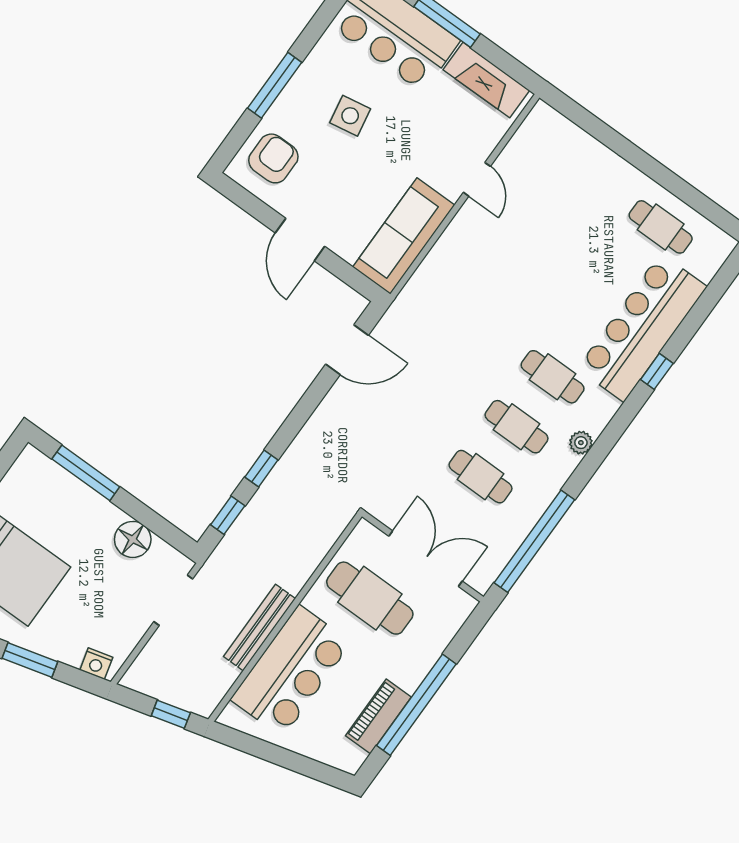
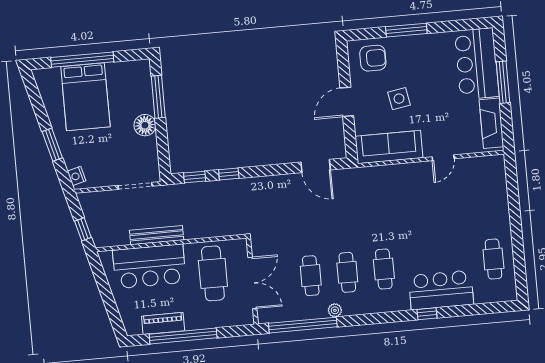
side table: (350, 116) -> (399, 99), moved
bar counter: (642, 328) -> (441, 290), width x0.73
plant: (581, 443) -> (335, 310), moved
floor lamp: (133, 539) -> (145, 125), moved

